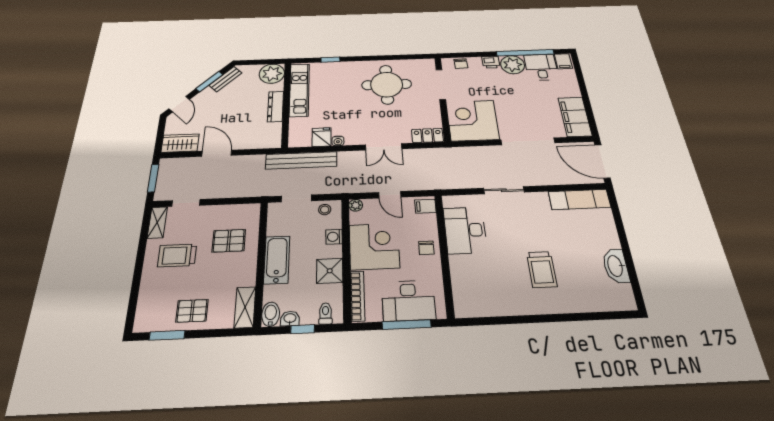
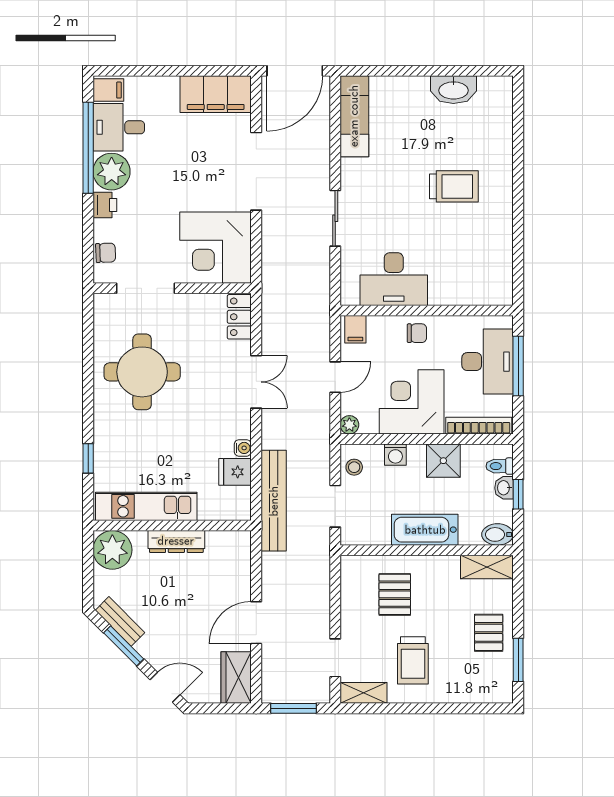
washbasin: (290, 319) -> (504, 488), moved

